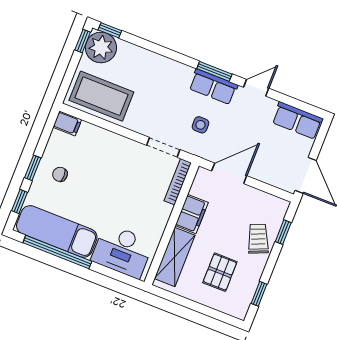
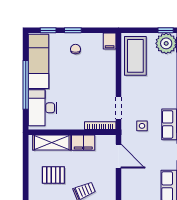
window: (57, 252) -> (26, 85), moved

